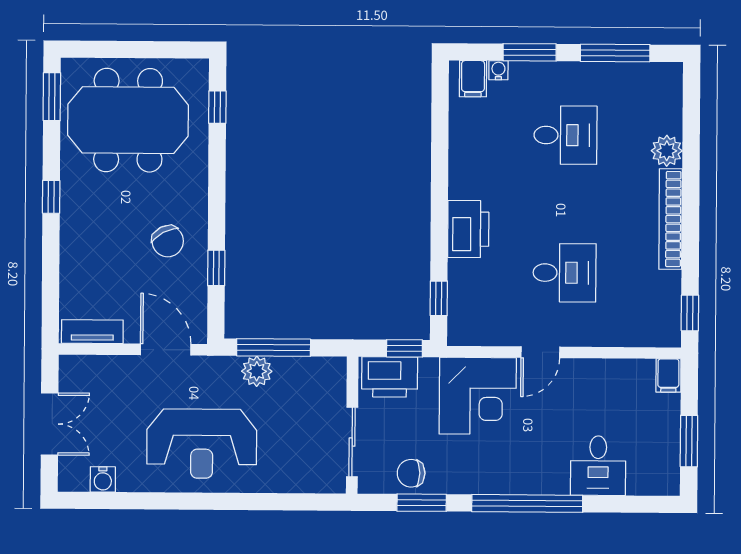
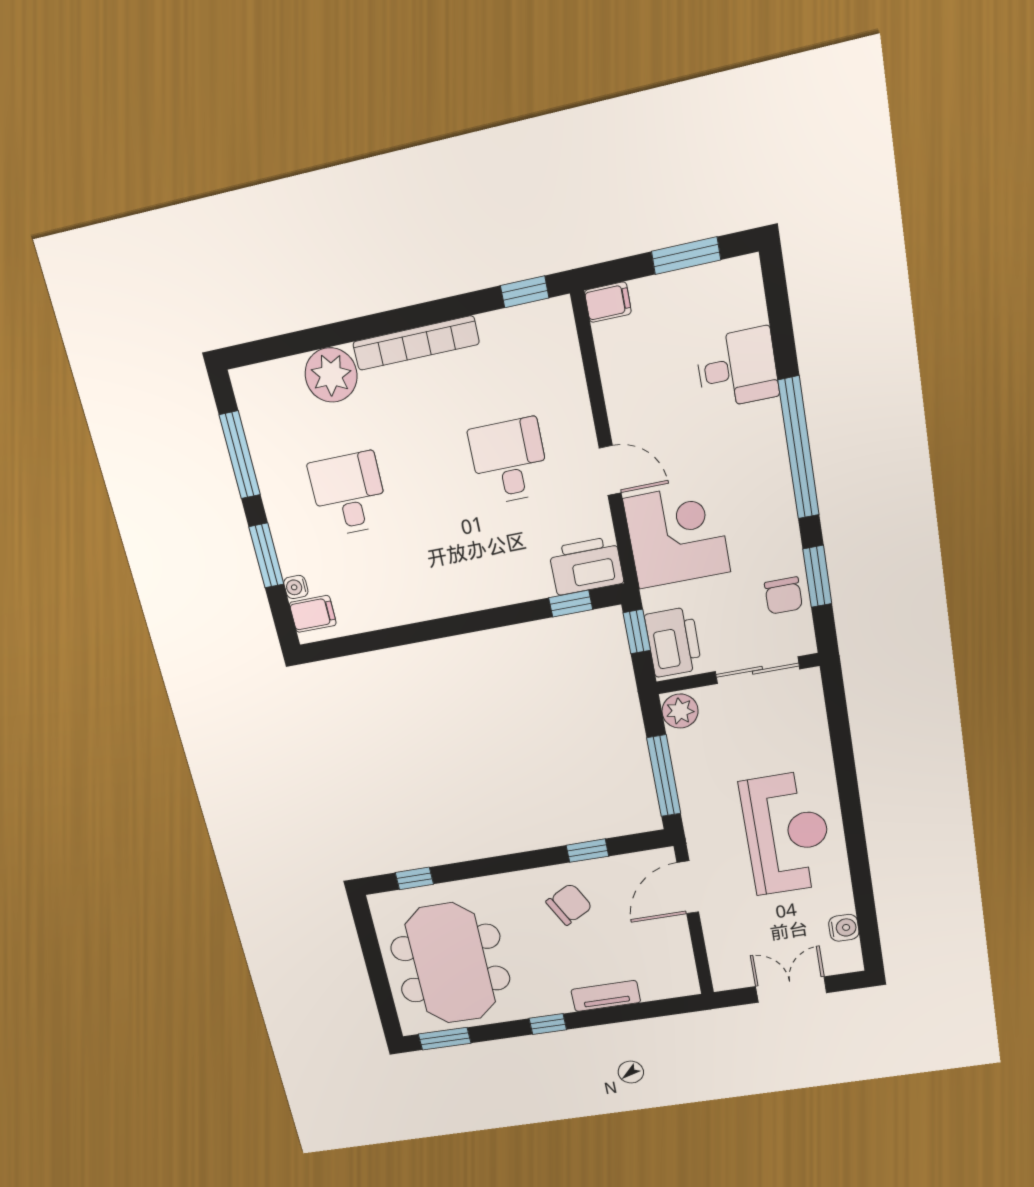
plant: (667, 151) -> (331, 375), width x1.36, depth x1.36
printer: (468, 229) -> (586, 566), moved
tv unit: (92, 332) -> (606, 996), moved, turned 90
plant: (257, 371) -> (680, 711), moved

